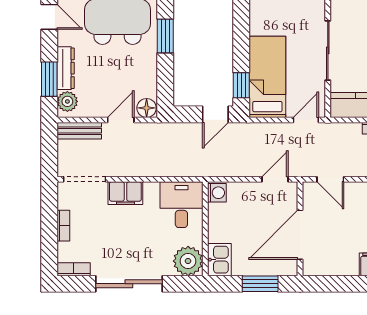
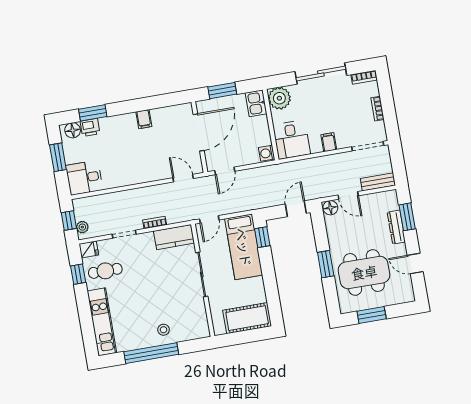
plant: (67, 101) -> (391, 202), removed
door: (215, 114) -> (296, 209), moved
door: (121, 120) -> (348, 195), hinge flipped
filing cabinet: (125, 193) -> (329, 142), width x0.50

